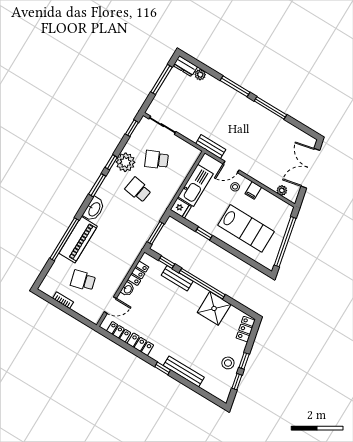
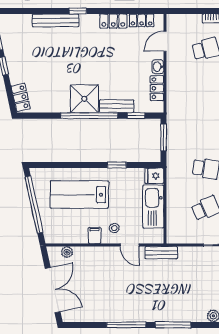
door: (231, 167) -> (130, 245), swing flipped
shower: (214, 308) -> (84, 99), moved
stool: (228, 363) -> (18, 54), removed

